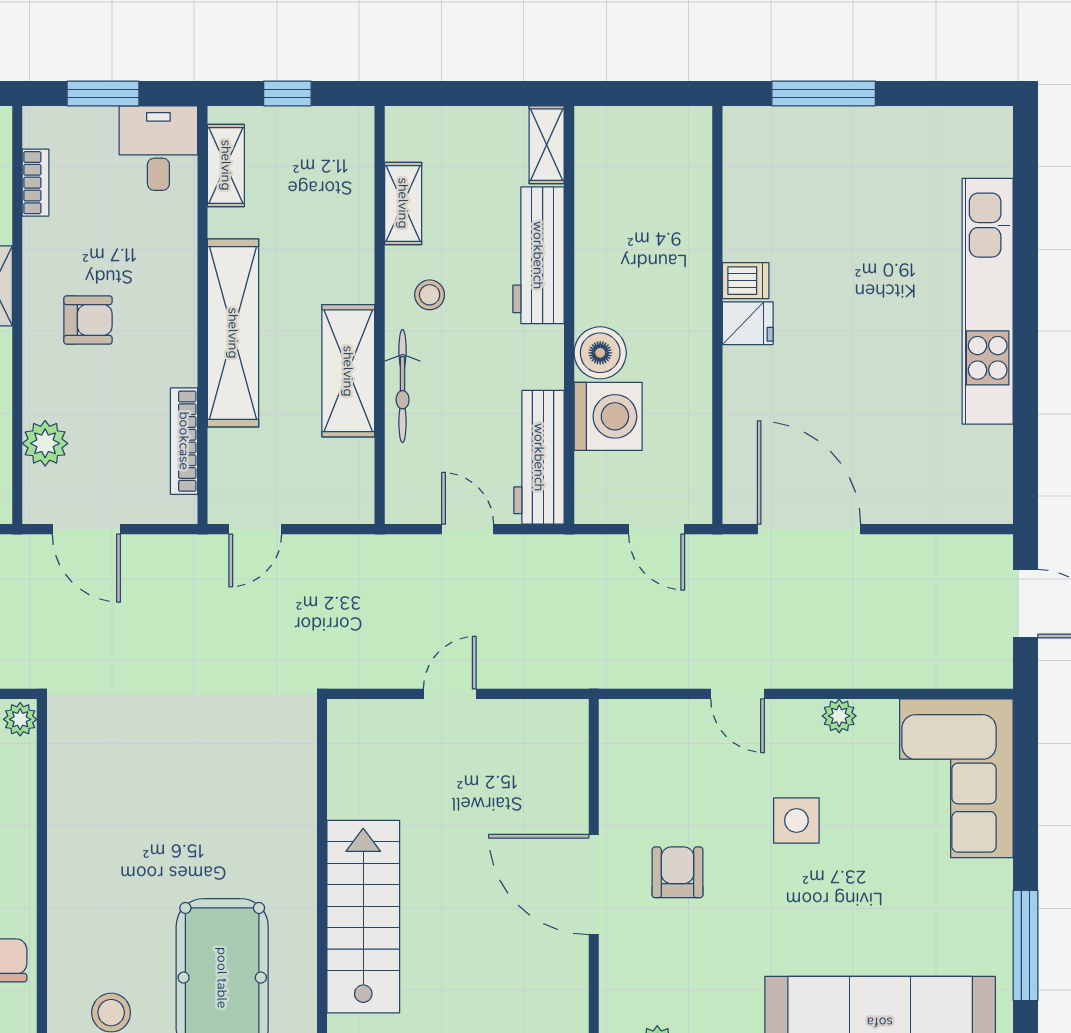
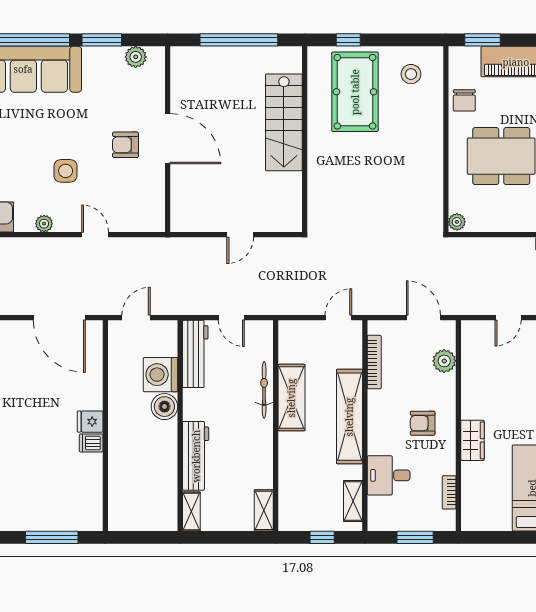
desk: (158, 148) -> (389, 475), moved, turned 90
shelving: (403, 203) -> (264, 510), moved
stool: (430, 295) -> (250, 436), removed
door: (657, 529) -> (136, 318), hinge flipped
armchair: (678, 872) -> (125, 145), turned 90

